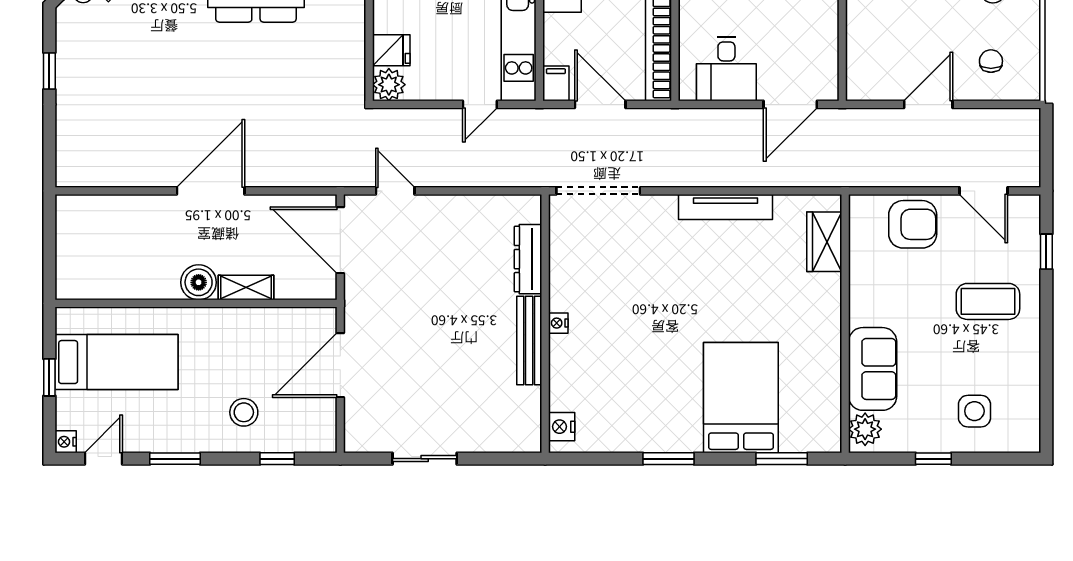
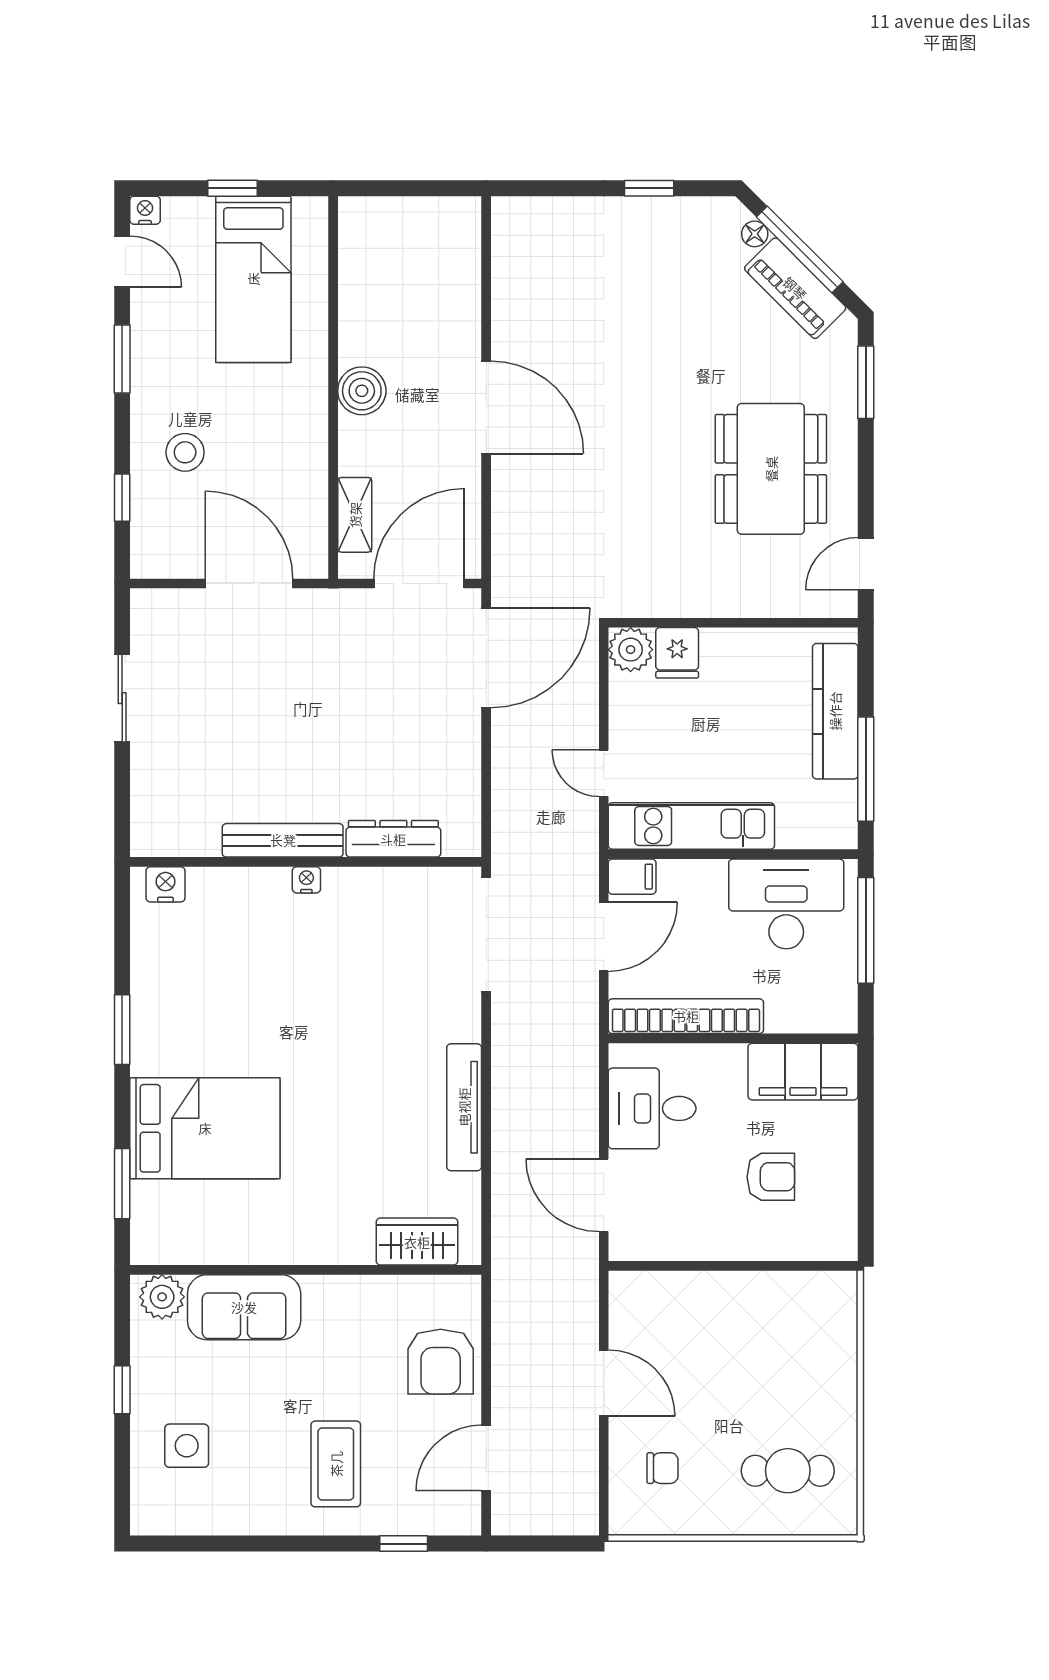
door: (395, 191) -> (486, 658), width x1.87
shelving: (246, 288) -> (355, 515), moved

